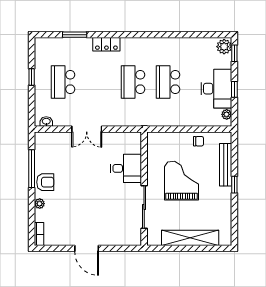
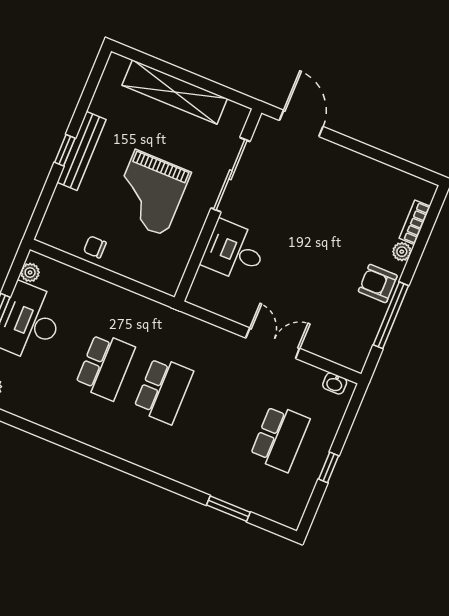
locker: (106, 44) -> (182, 471), removed
bench: (226, 165) -> (82, 151), moved
bookcase: (39, 234) -> (415, 222), moved
door: (87, 248) -> (301, 123), moved

